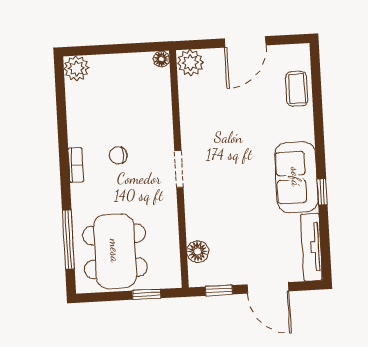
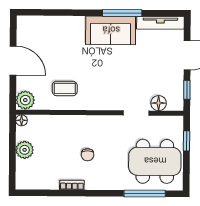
plant: (76, 68) -> (25, 150), moved
coffee table: (297, 89) -> (65, 88), moved
bookcase: (76, 165) -> (72, 185), moved
doorway: (179, 169) -> (136, 113), moved
window: (322, 192) -> (122, 13), width x2.17

